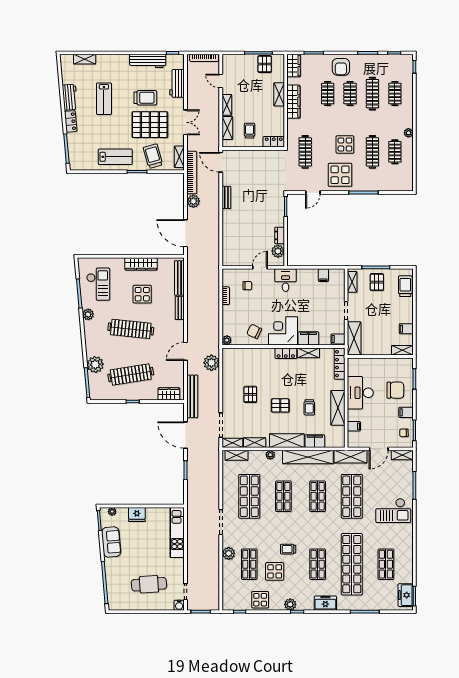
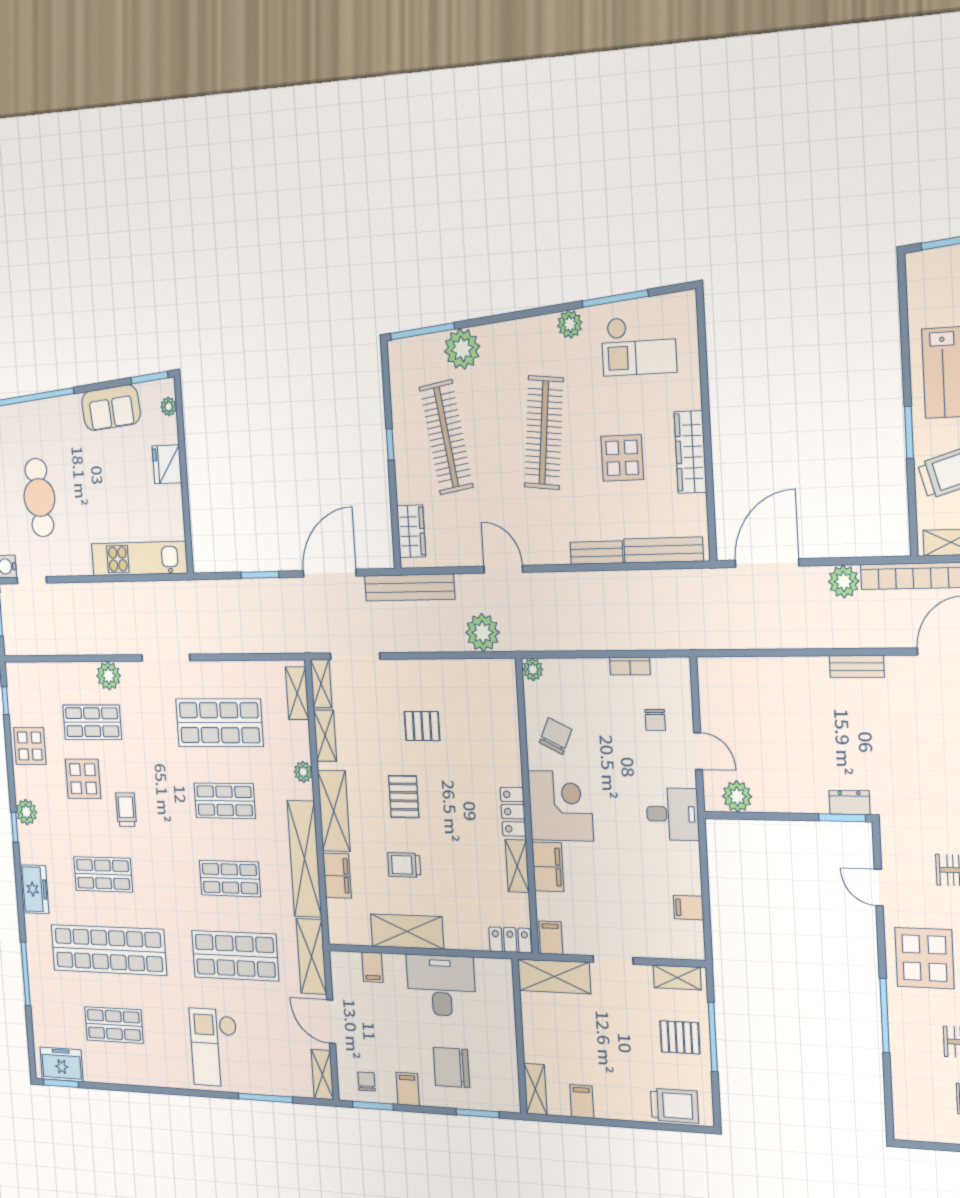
dresser: (280, 235) -> (849, 802), moved
locker: (340, 364) -> (510, 940), width x0.66
chair: (395, 390) -> (451, 1068), turned 90

